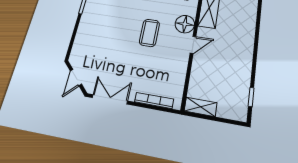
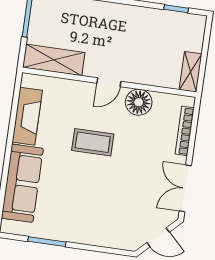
floor lamp: (185, 24) -> (139, 102), moved
door: (193, 45) -> (109, 82), swing flipped

